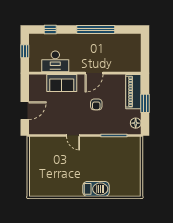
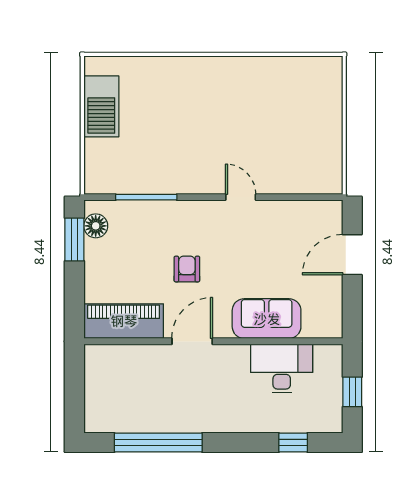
window: (96, 29) -> (158, 442), moved
piano: (133, 92) -> (124, 321), moved, turned -90
window: (145, 103) -> (74, 240), moved
barbecue: (96, 189) -> (101, 106), moved, turned -90

